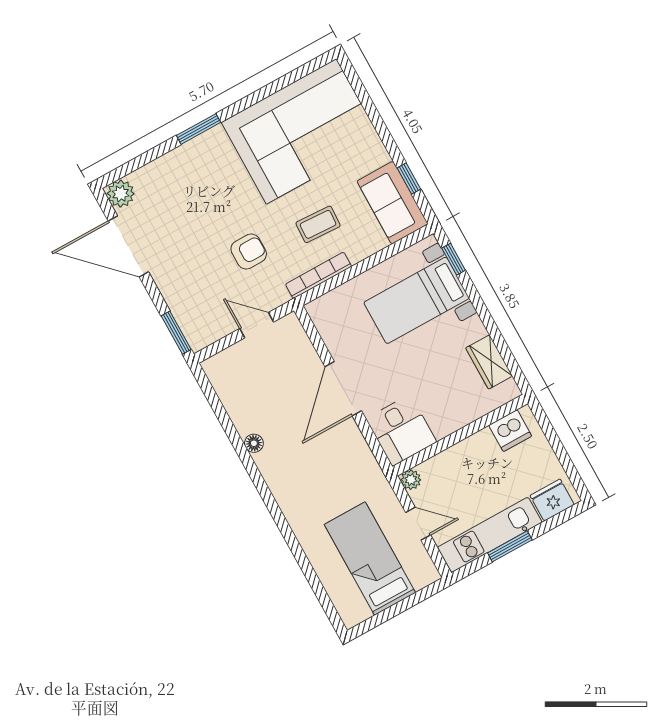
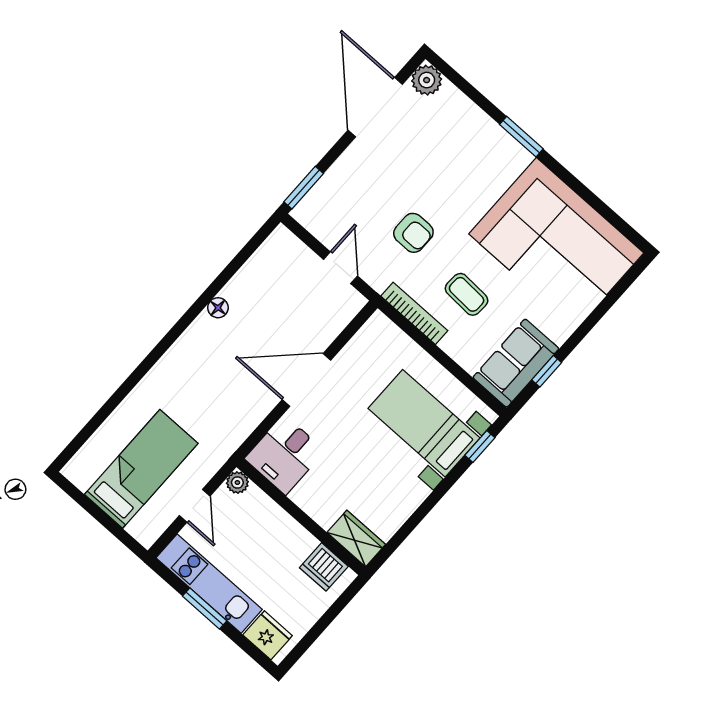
wardrobe: (489, 362) -> (356, 538), moved, turned 90

